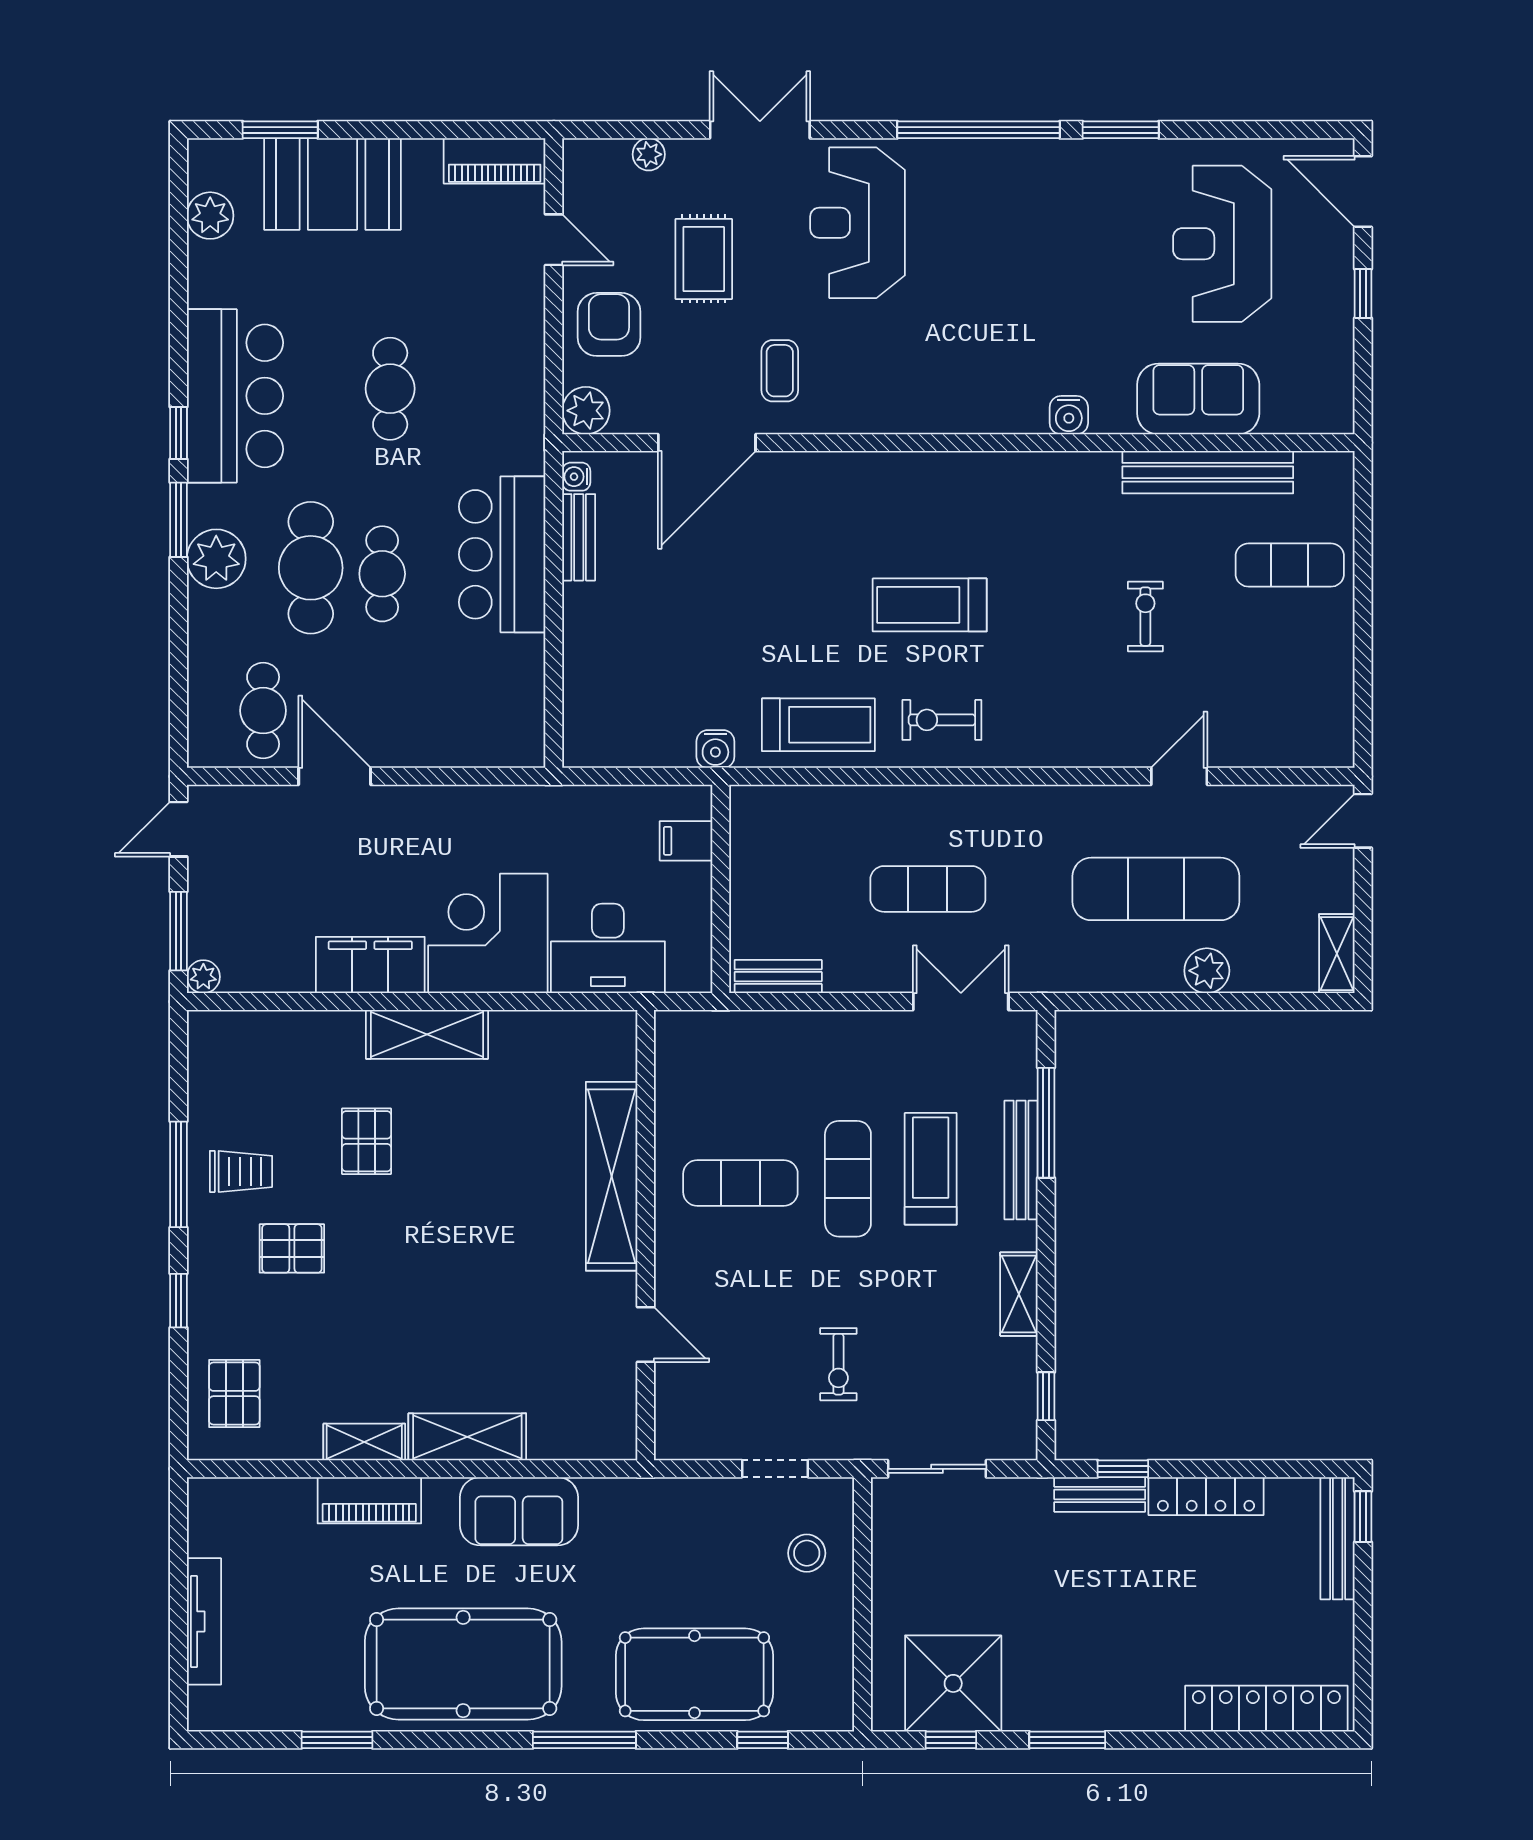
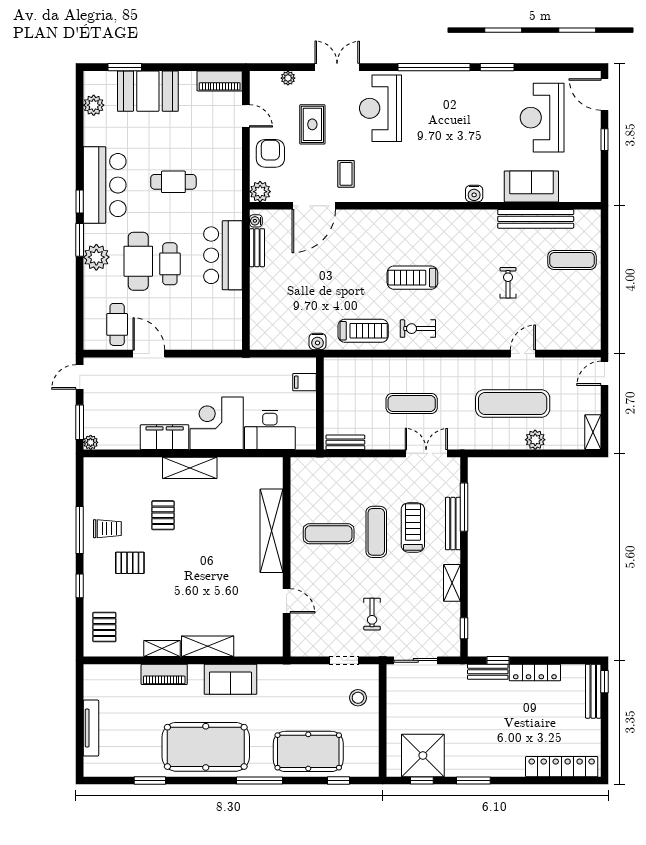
cafe table: (390, 389) -> (173, 182), turned 90

